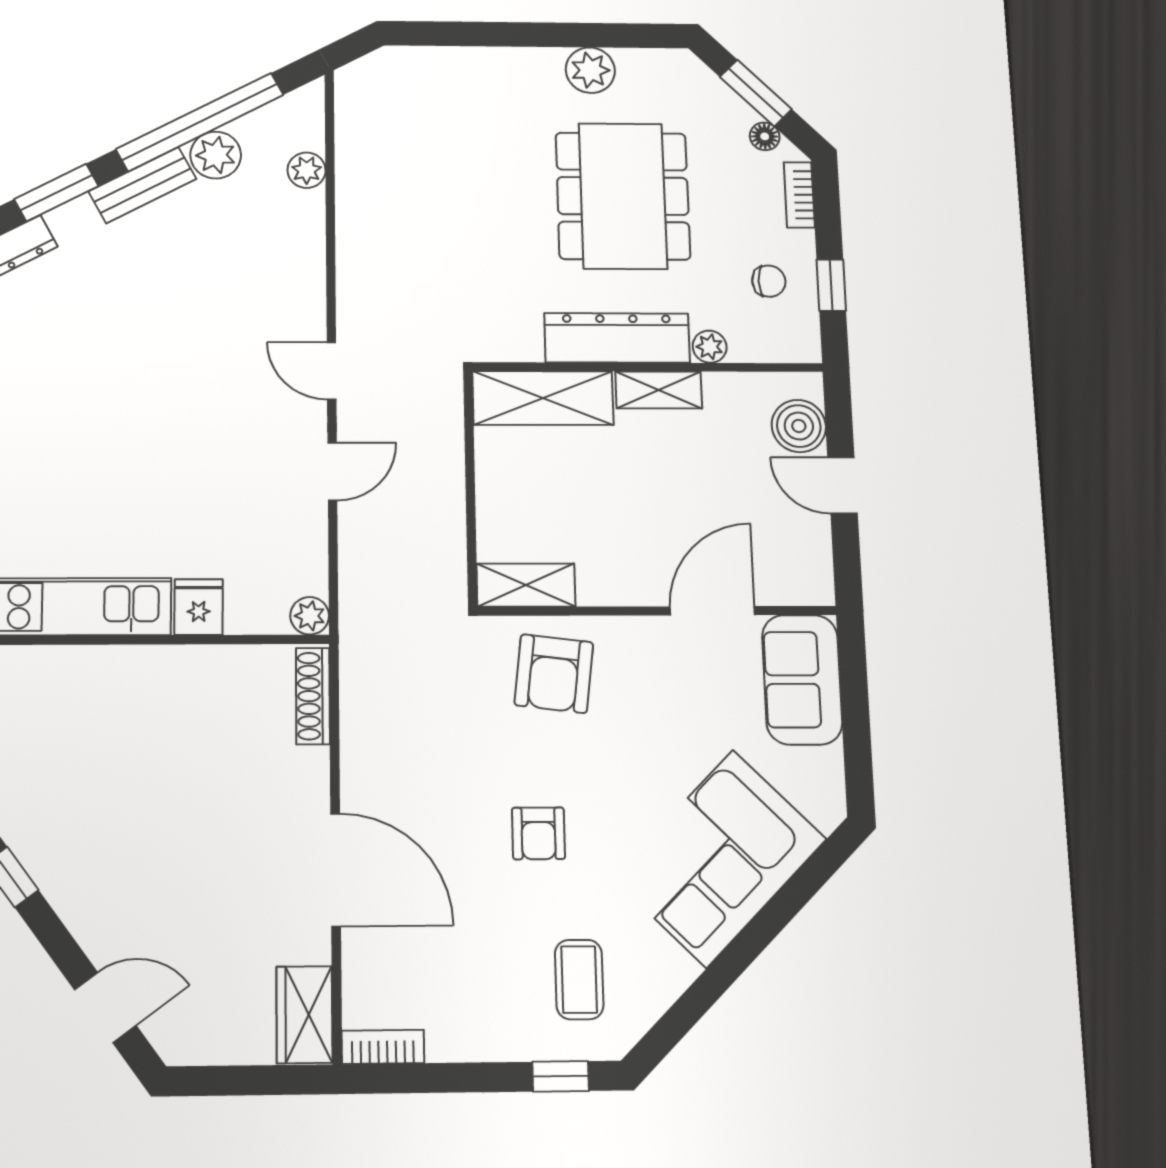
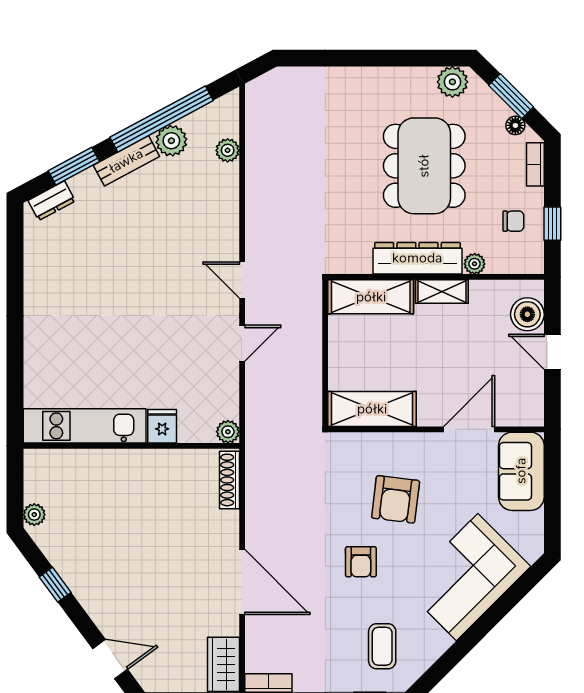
plant: (590, 70) -> (452, 82), moved
shelving: (526, 585) -> (372, 409), width x1.50, depth x1.33
armchair: (554, 674) -> (396, 499), moved

